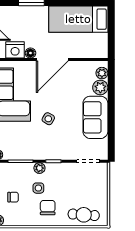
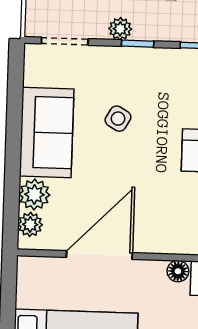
door: (52, 60) -> (99, 255), moved
side table: (48, 119) -> (118, 119), moved
plant: (39, 168) -> (120, 29), moved

